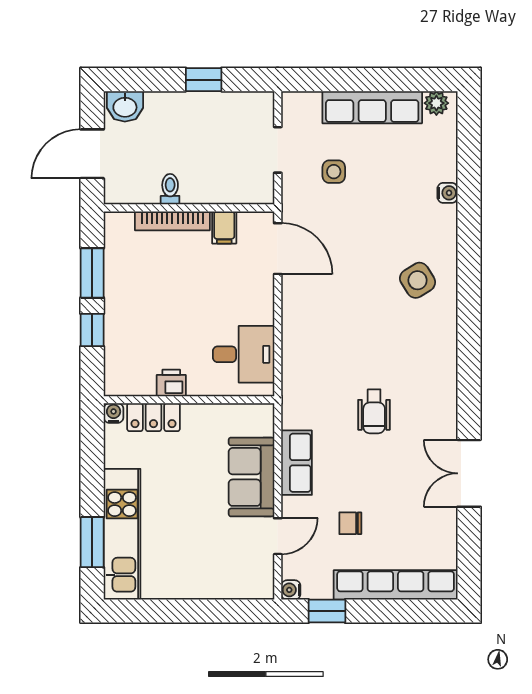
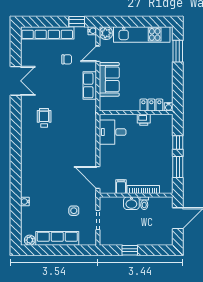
washbasin: (125, 106) -> (131, 203), moved, turned 180
side table: (418, 280) -> (38, 164), removed
wheelchair: (374, 411) -> (44, 118), moved
kitchen unit: (122, 534) -> (142, 34), moved, turned -90
plant: (259, 584) -> (106, 33), added

